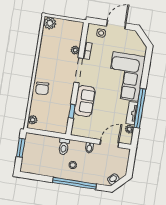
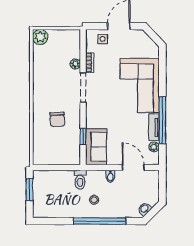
chair: (42, 88) -> (57, 119), moved
sofa: (85, 101) -> (96, 147), moved
plant: (33, 120) -> (38, 154), removed
door: (109, 143) -> (133, 167), hinge flipped

